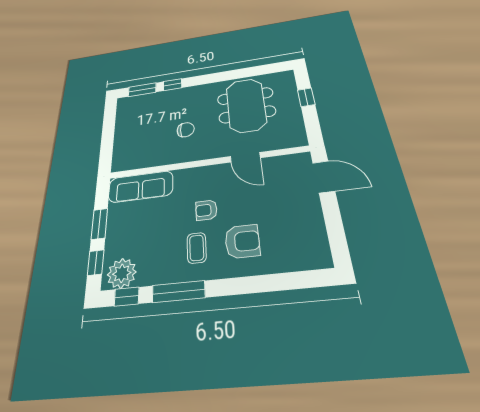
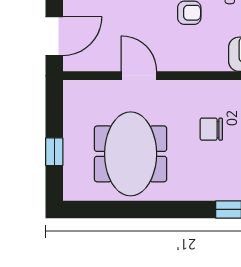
door: (324, 177) -> (54, 36), swing flipped

